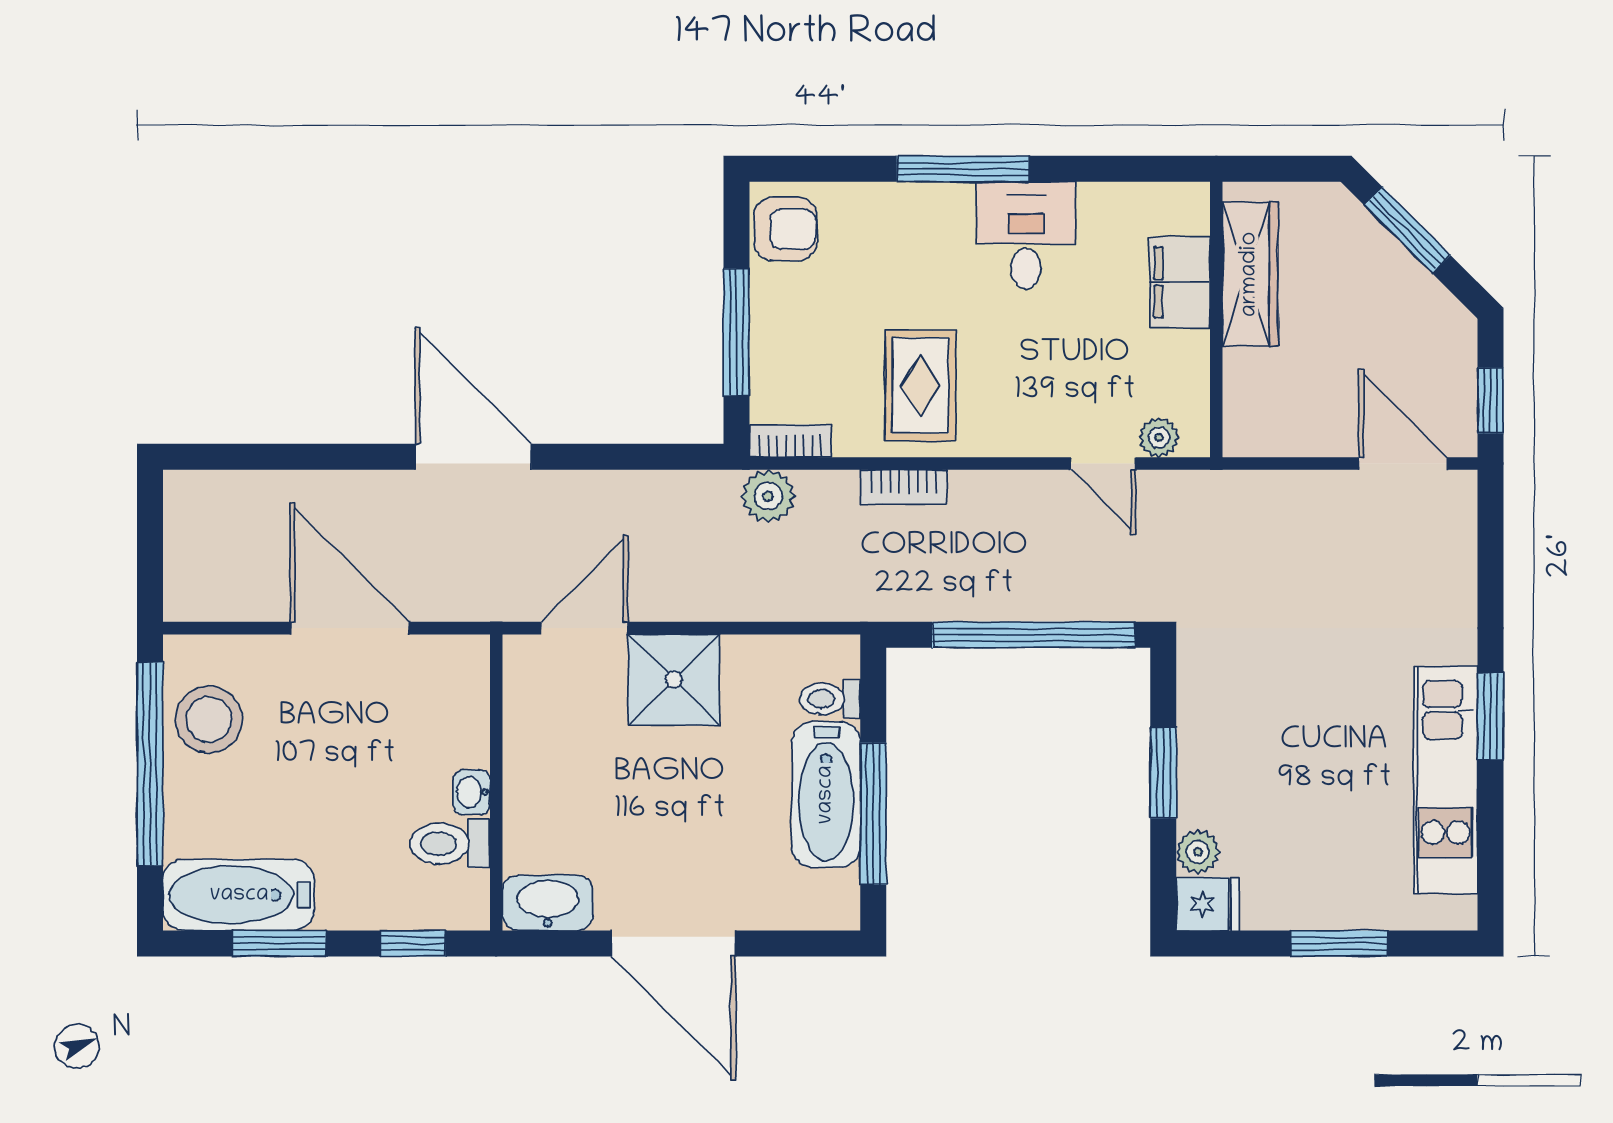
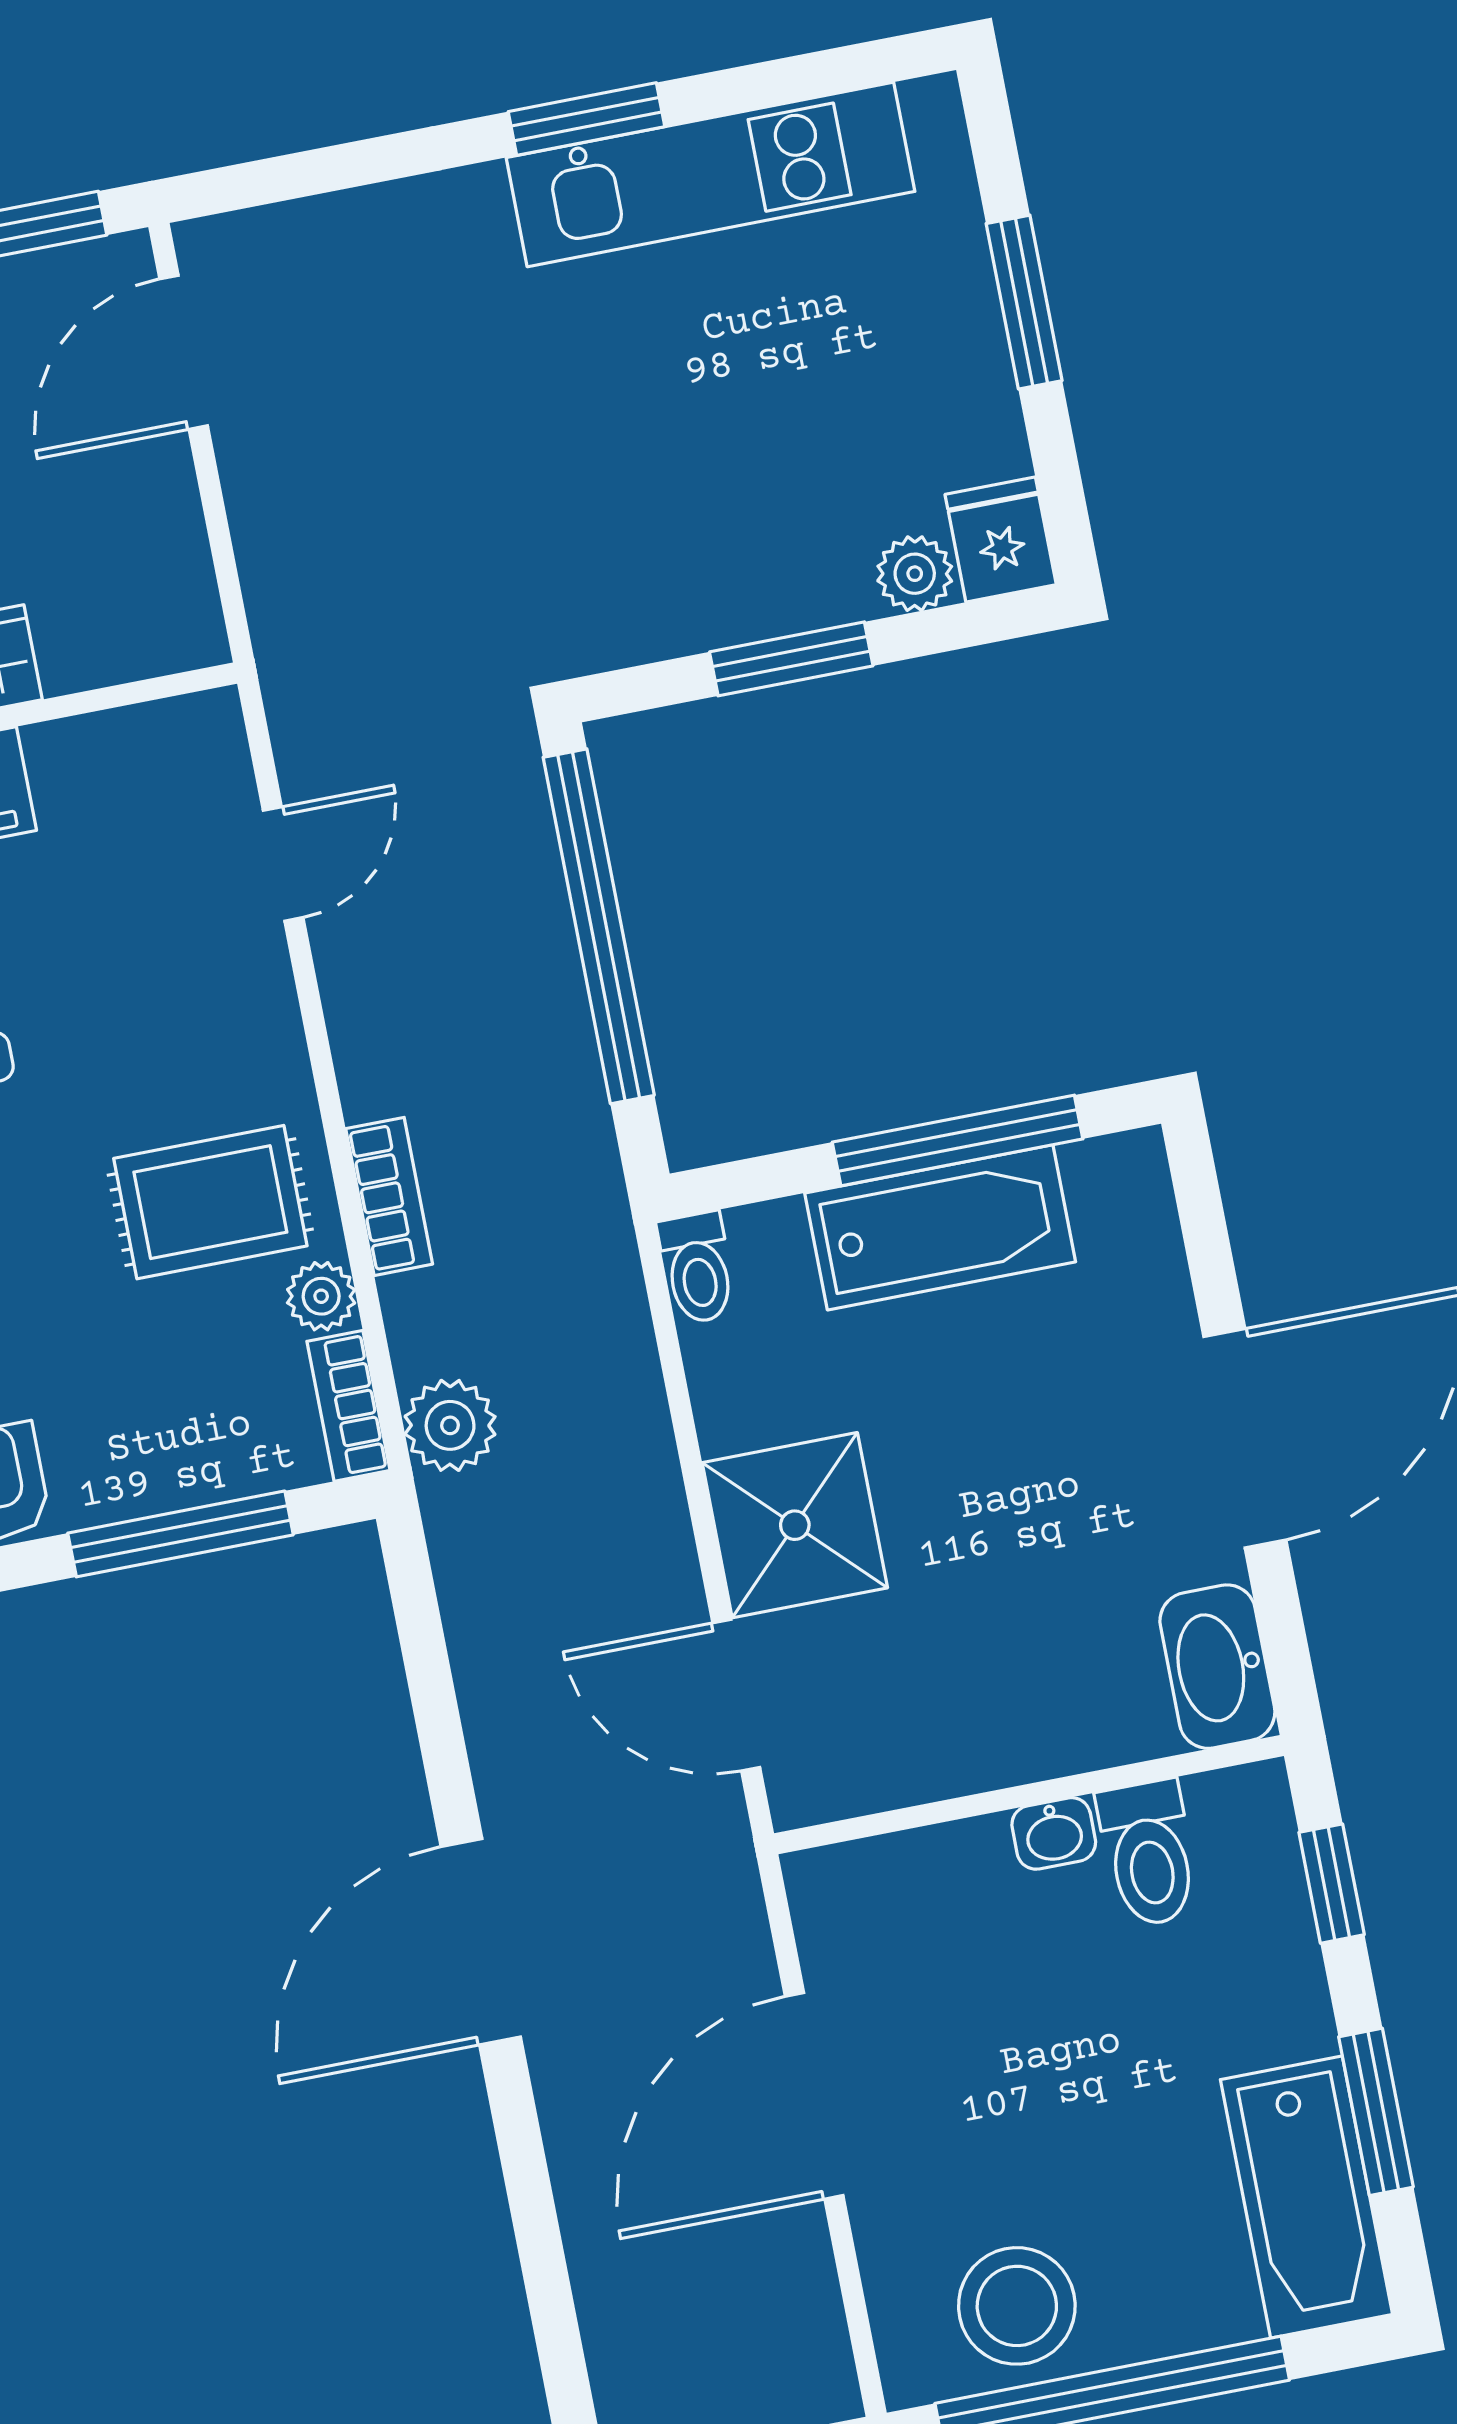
plant: (1159, 438) -> (321, 1296), moved
toilet: (830, 699) -> (697, 1268), moved

